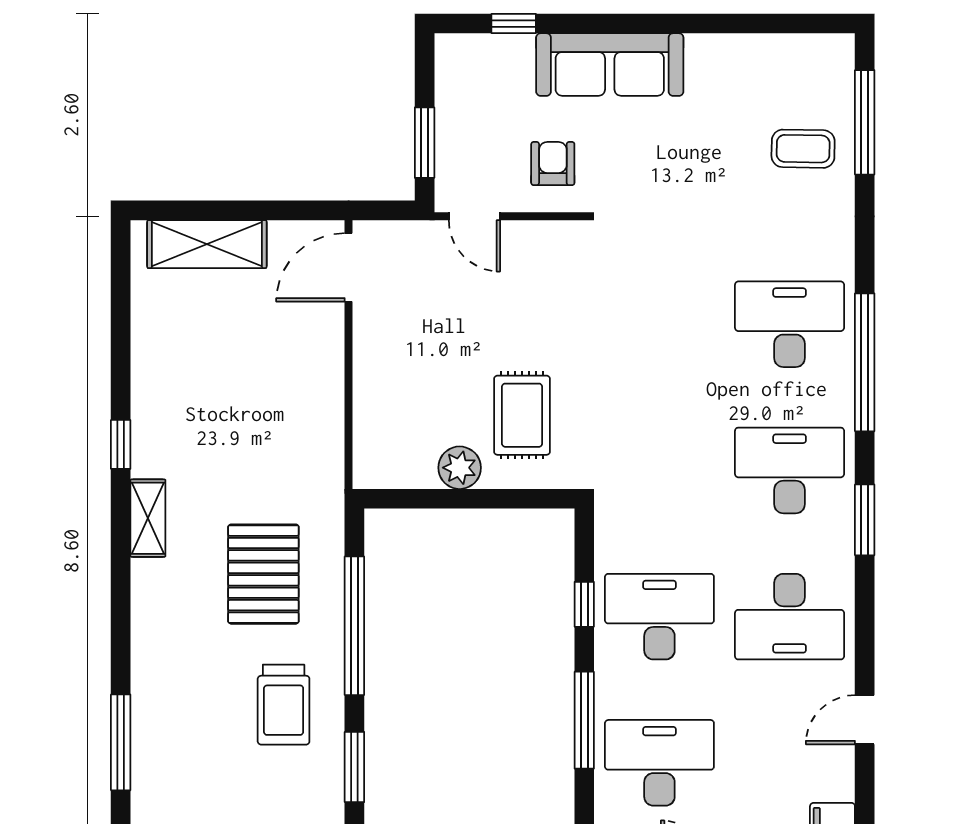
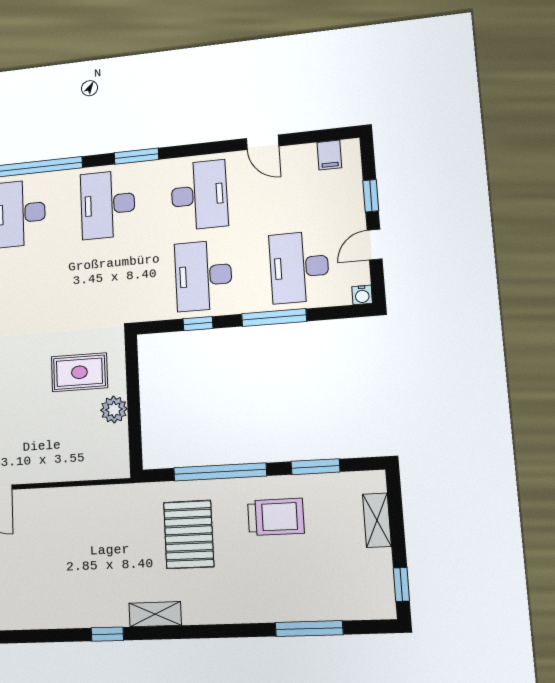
pallet: (263, 574) -> (189, 534), turned 90

